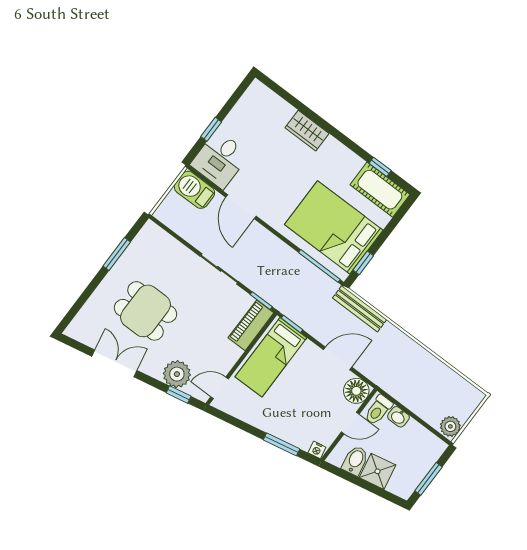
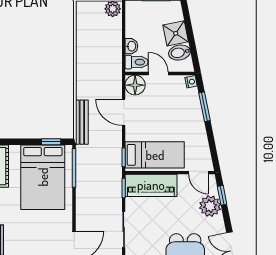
piano: (251, 325) -> (151, 185), width x1.37, depth x1.33

